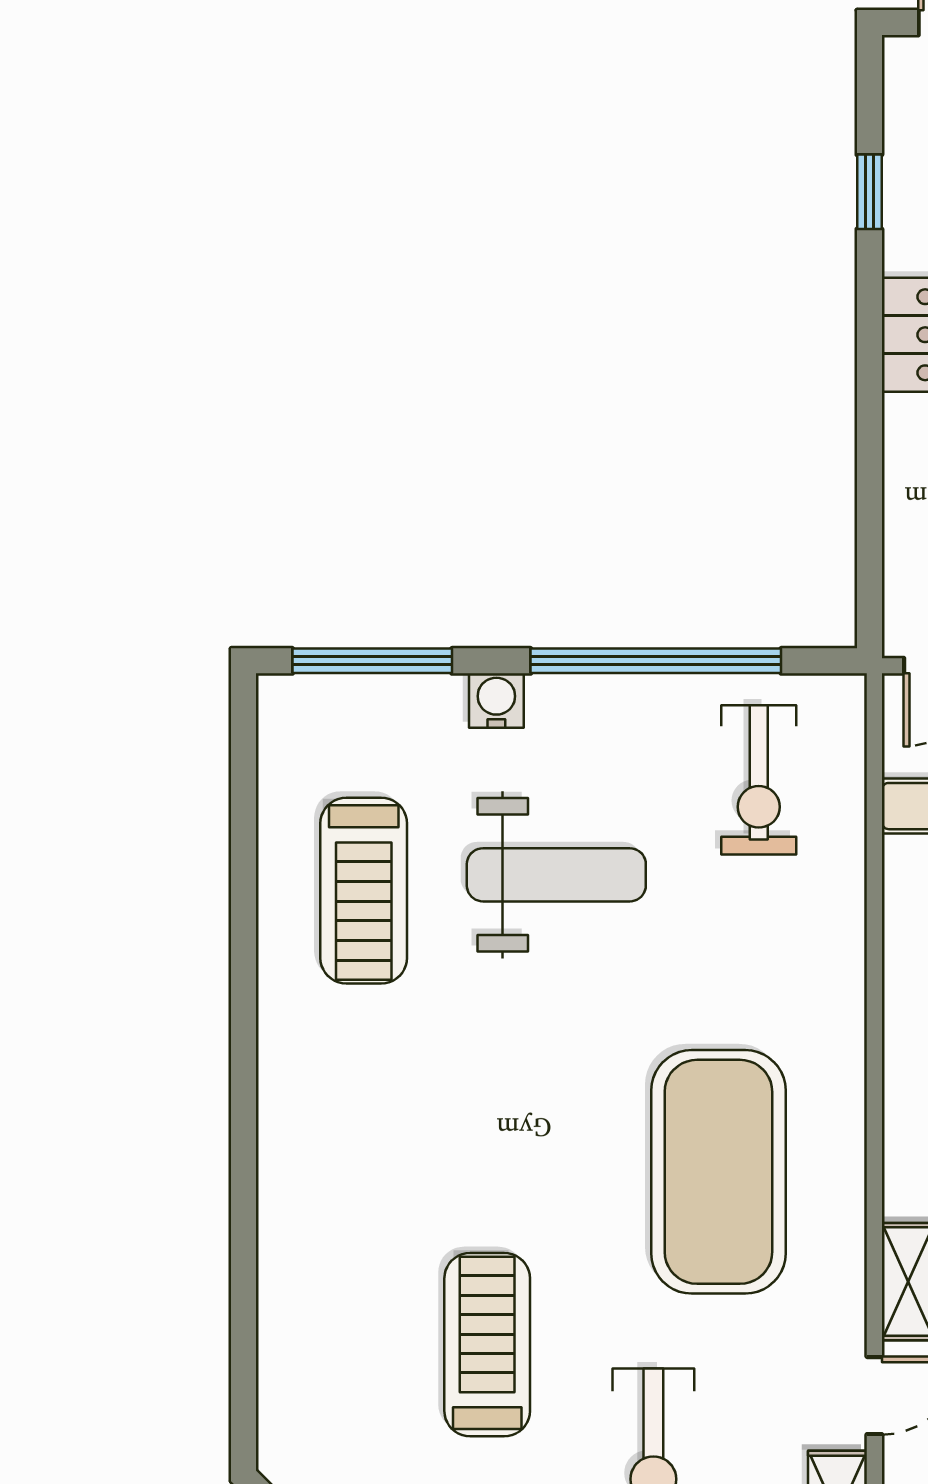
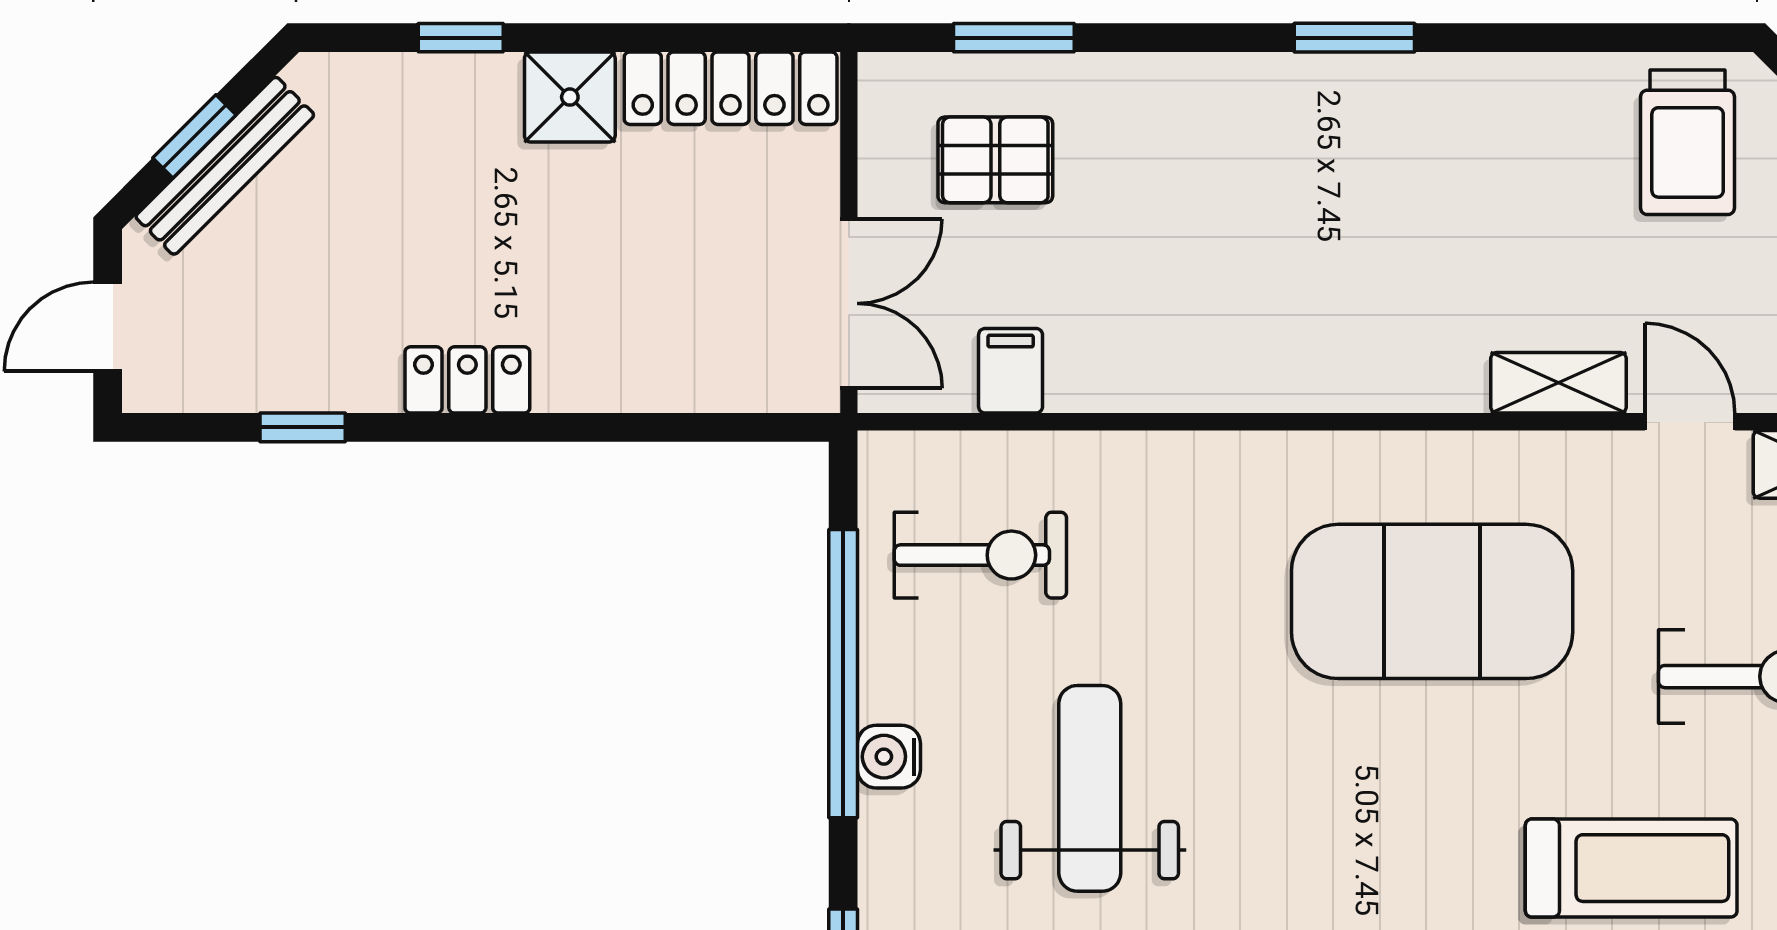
water cooler: (496, 701) -> (889, 757), moved
treadmill: (487, 1345) -> (1631, 868), turned 180

